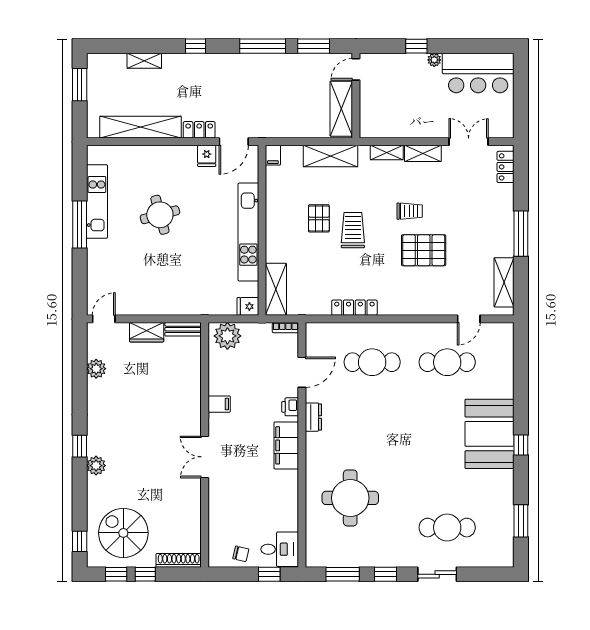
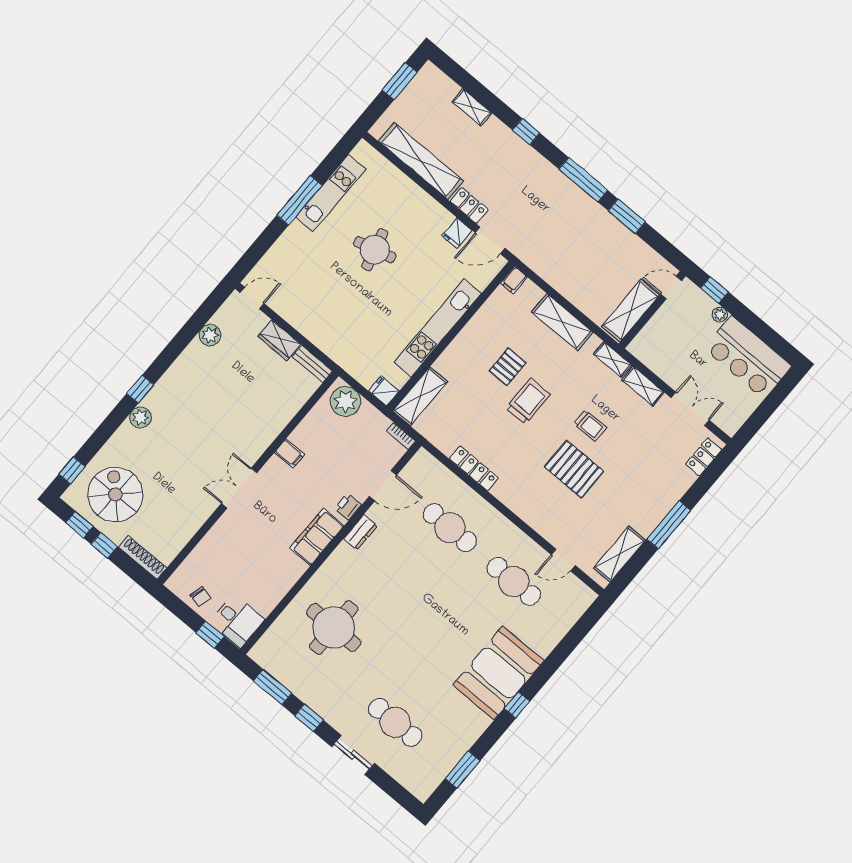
door: (356, 69) -> (671, 287), moved
wall: (356, 96) -> (652, 310), moved
shelving: (341, 109) -> (631, 311), moved

